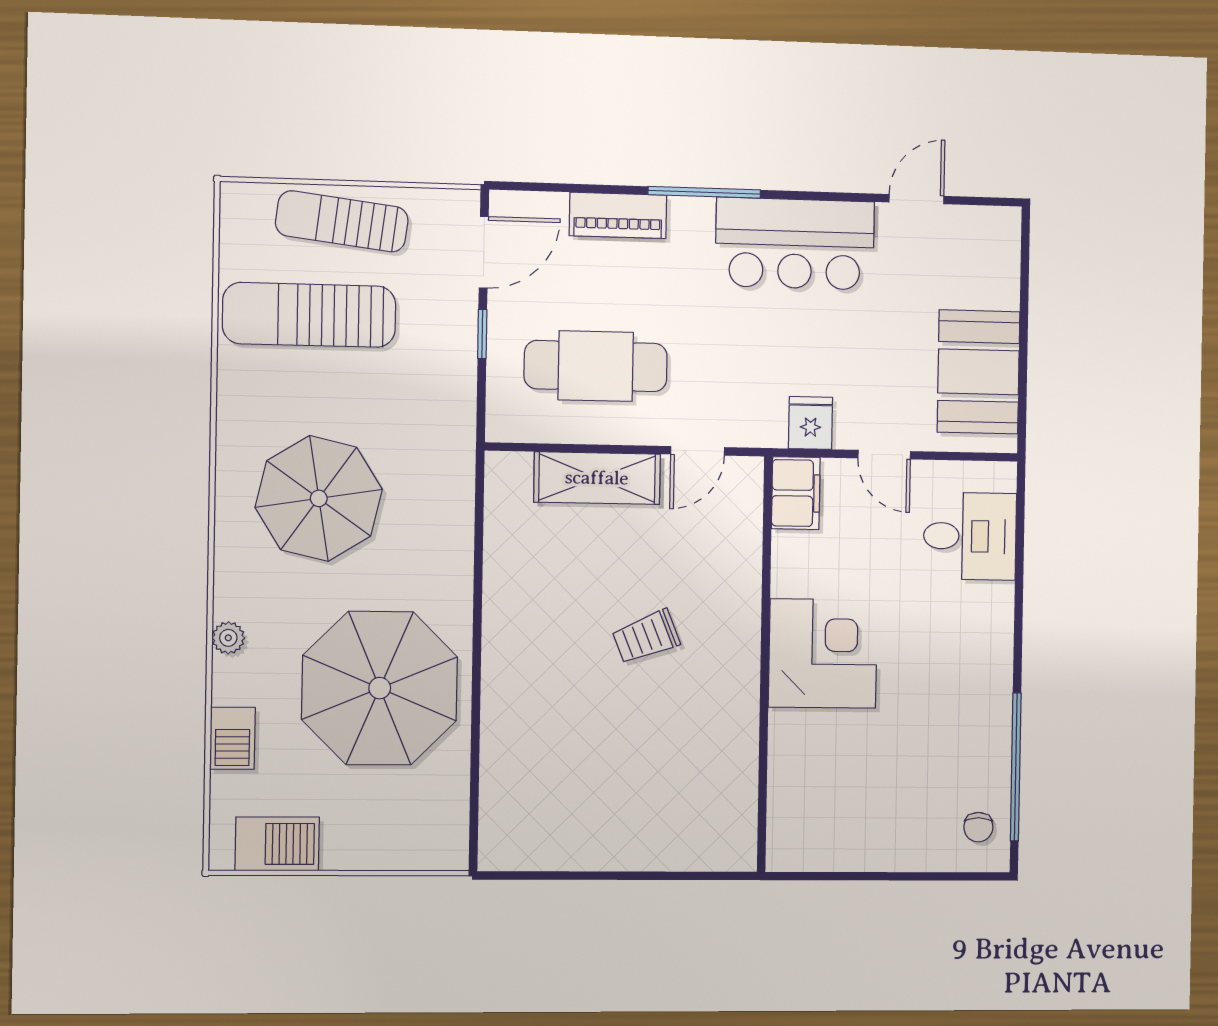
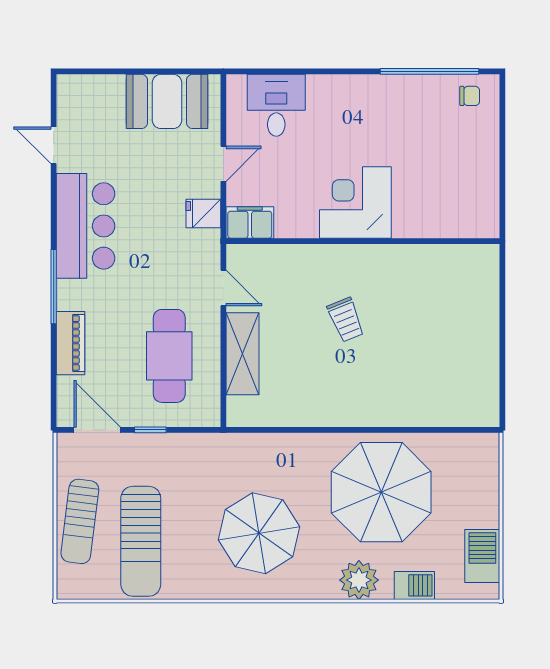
plant: (228, 638) -> (359, 580), width x1.88, depth x1.88

